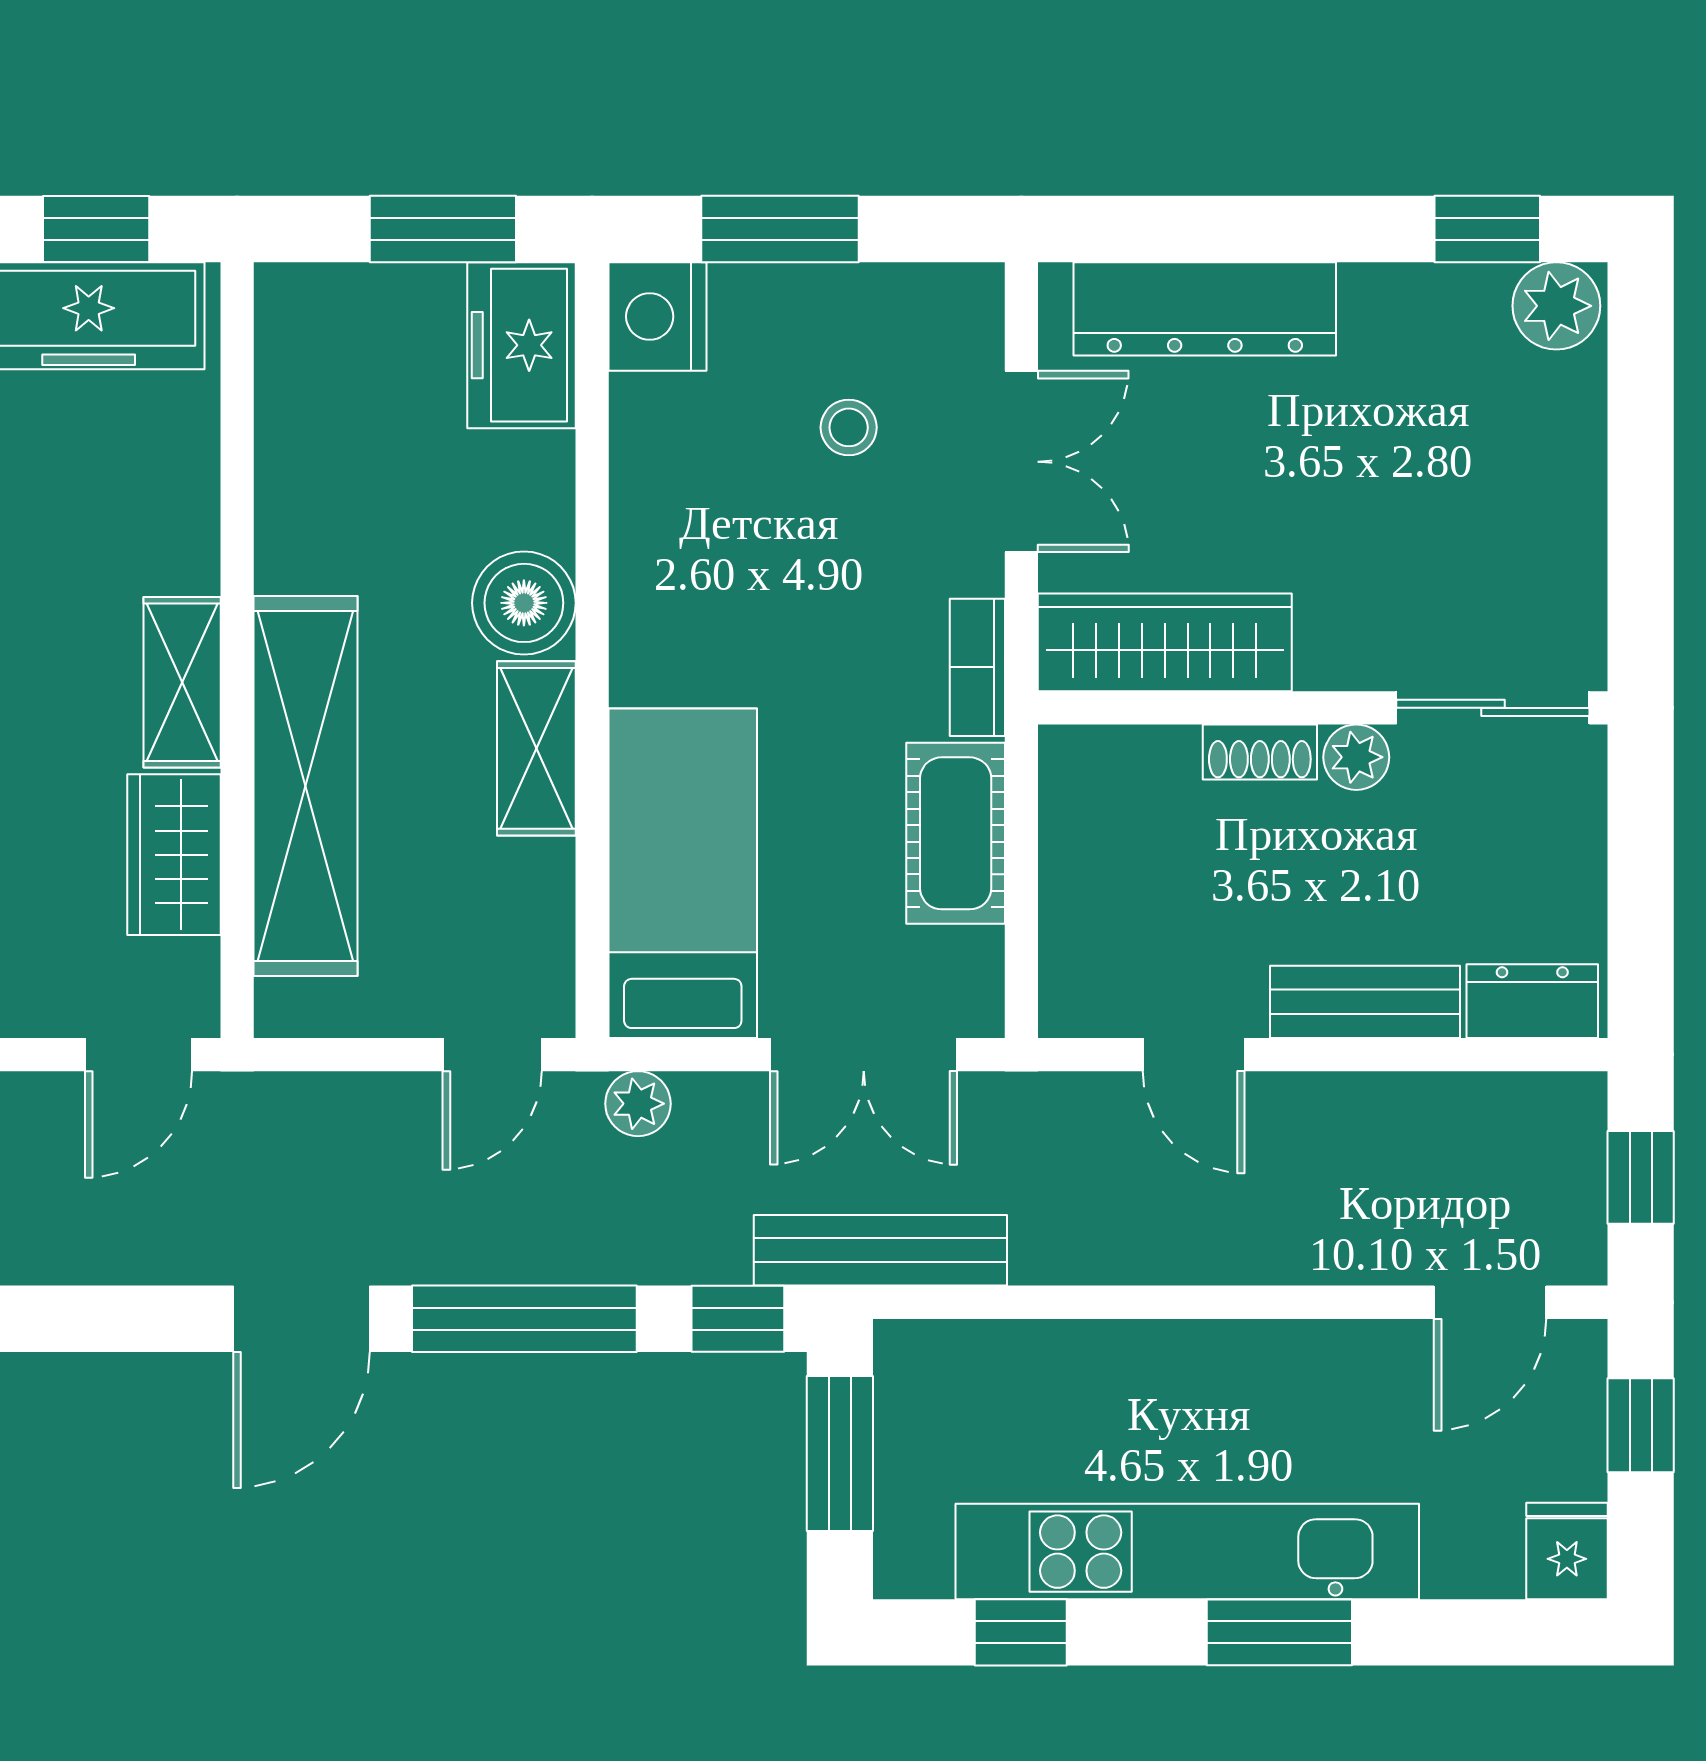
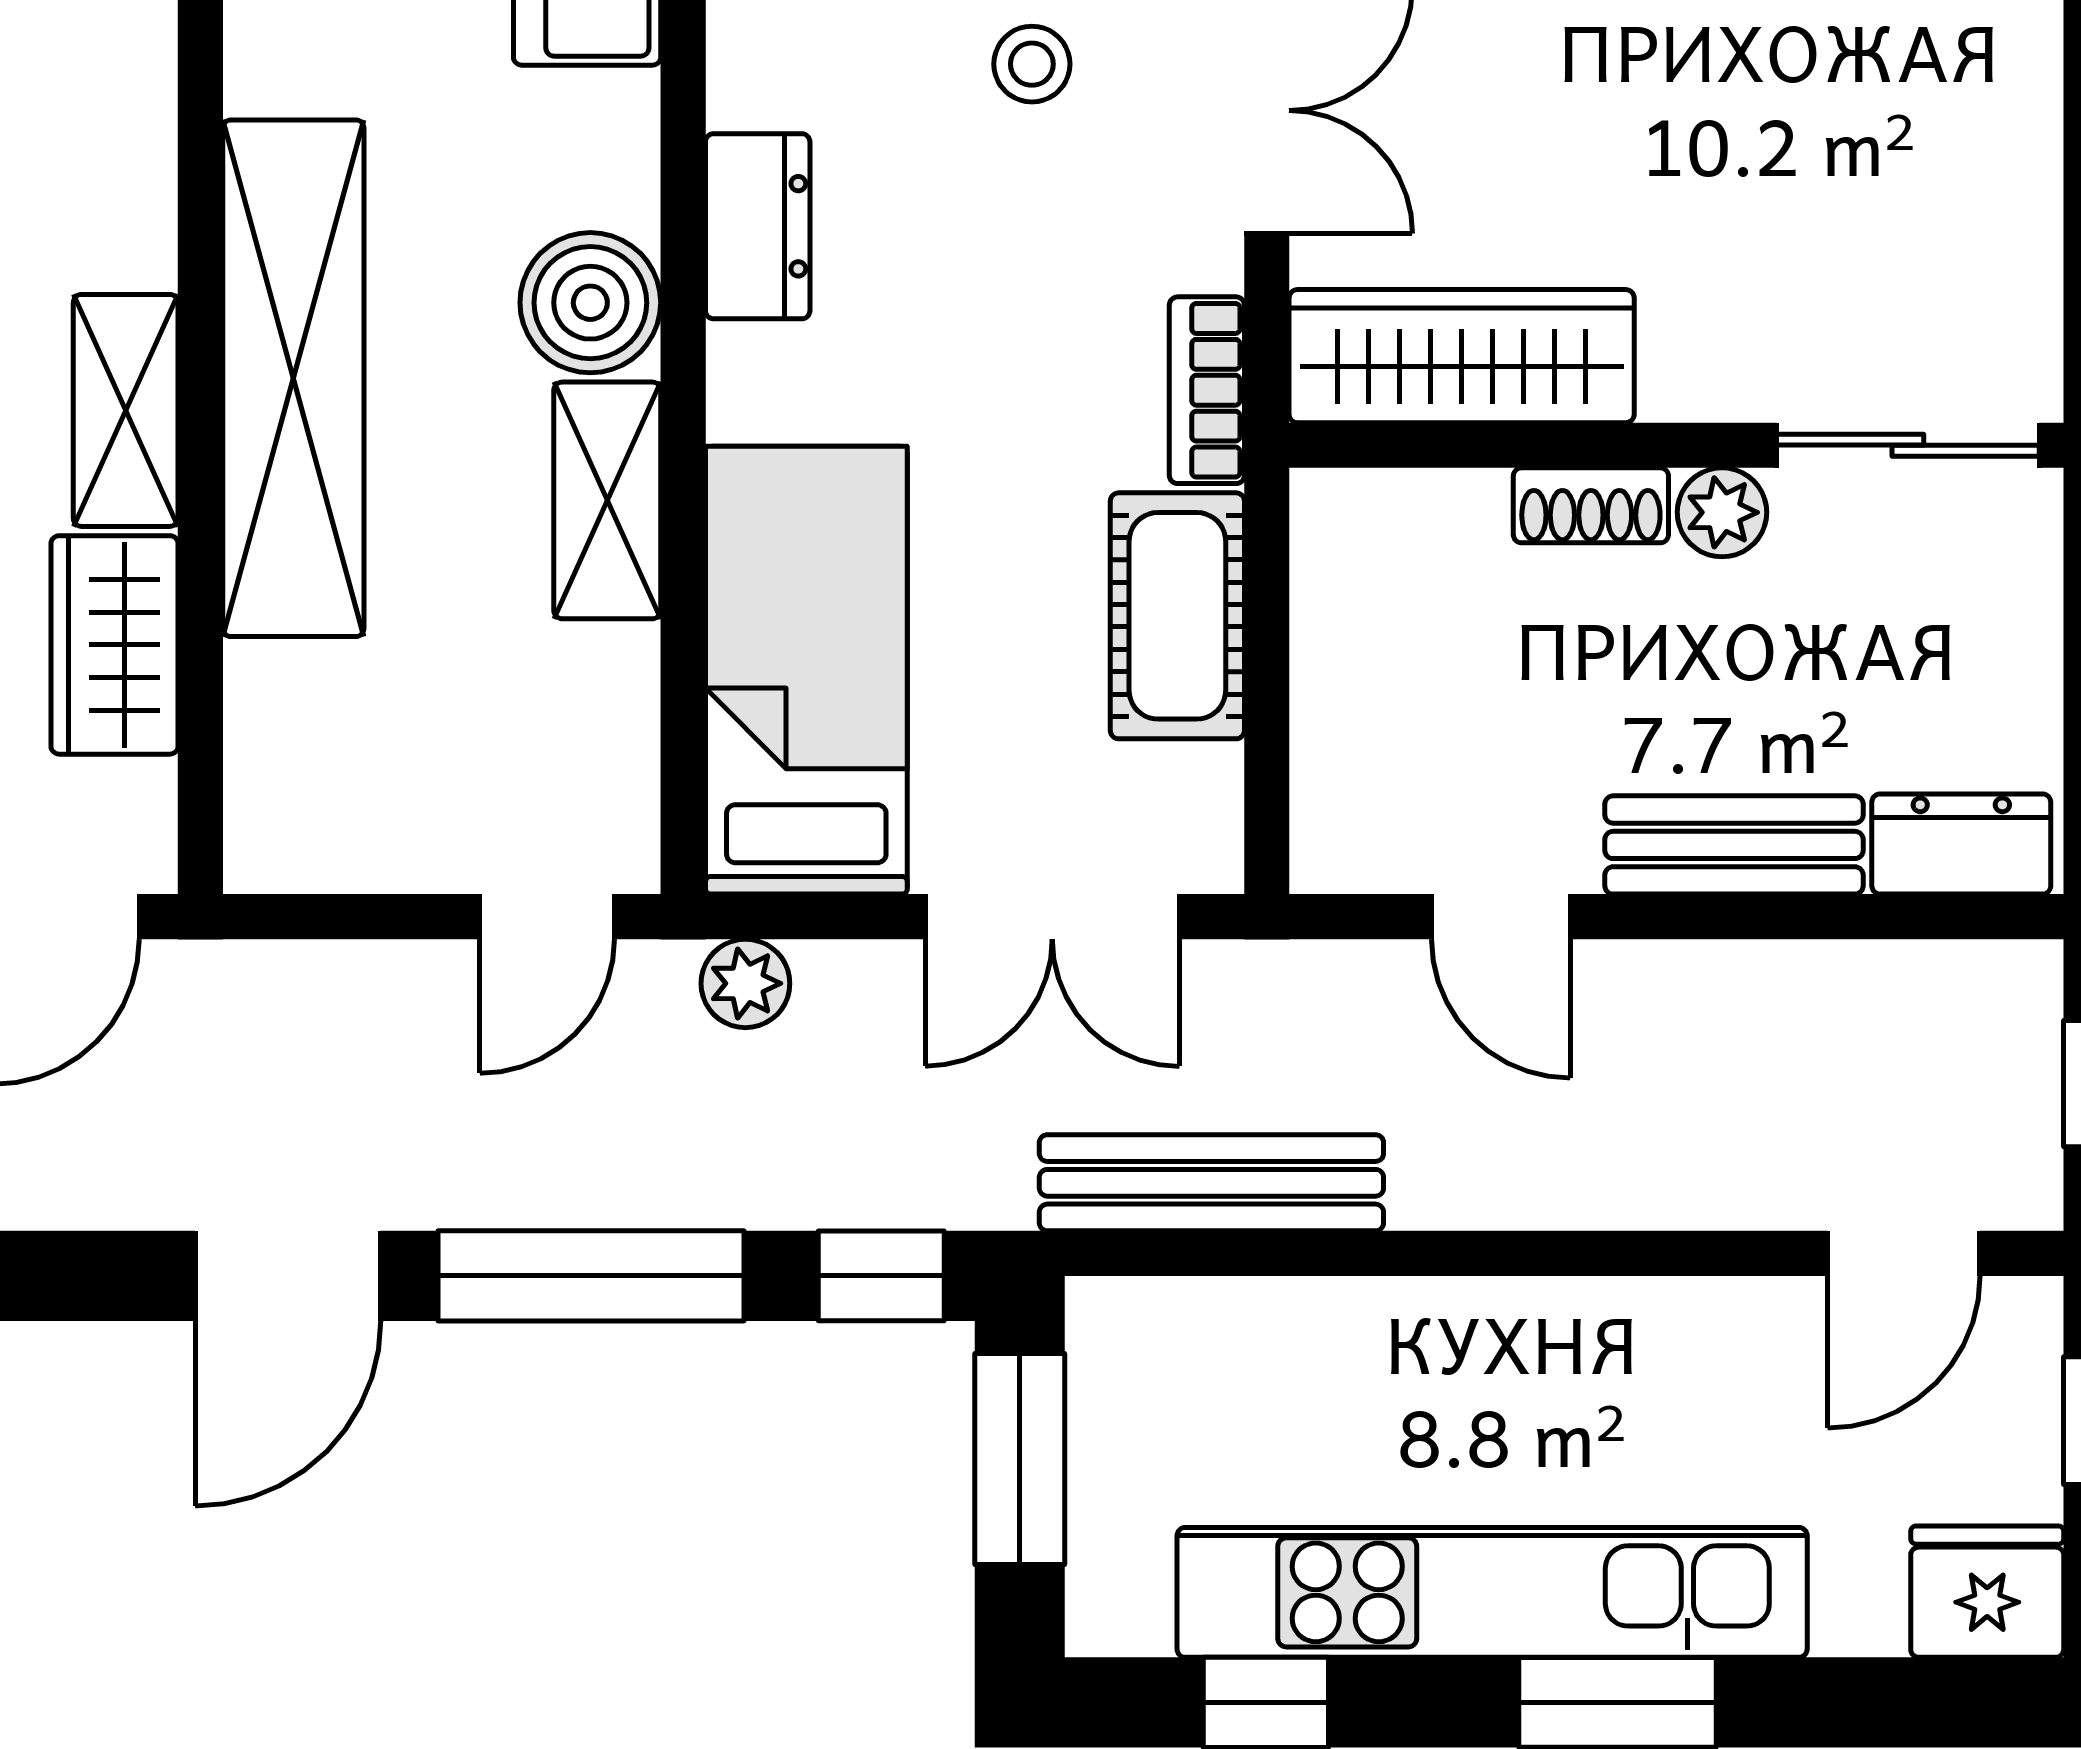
dresser: (647, 547) -> (758, 226), added
shelving: (305, 786) -> (293, 378), moved
bench: (880, 1250) -> (1211, 1183), moved
fridge: (1567, 1551) -> (1987, 1592), width x1.38

